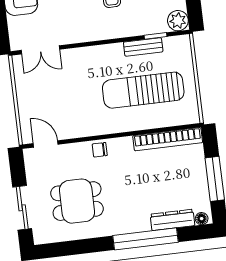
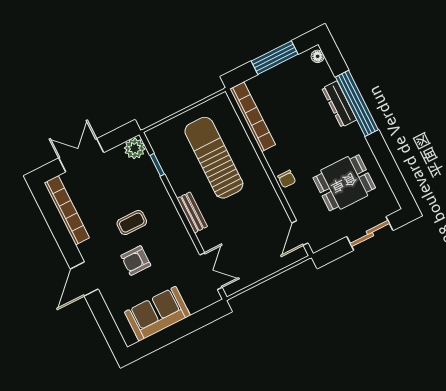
bench: (143, 47) -> (192, 212), moved
sun lounger: (143, 90) -> (214, 158), turned 180
dining table: (77, 201) -> (344, 183), turned 90
dresser: (172, 220) -> (339, 104), moved

